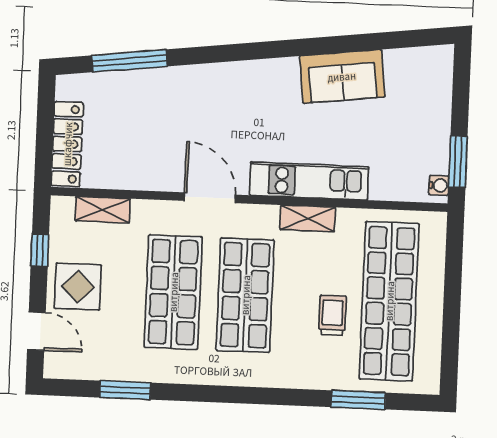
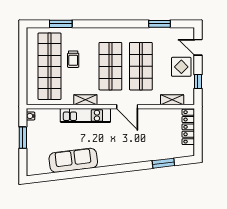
window: (130, 61) -> (163, 163), width x0.69
sofa: (342, 76) -> (73, 160), width x1.36
window: (458, 162) -> (23, 138), moved

